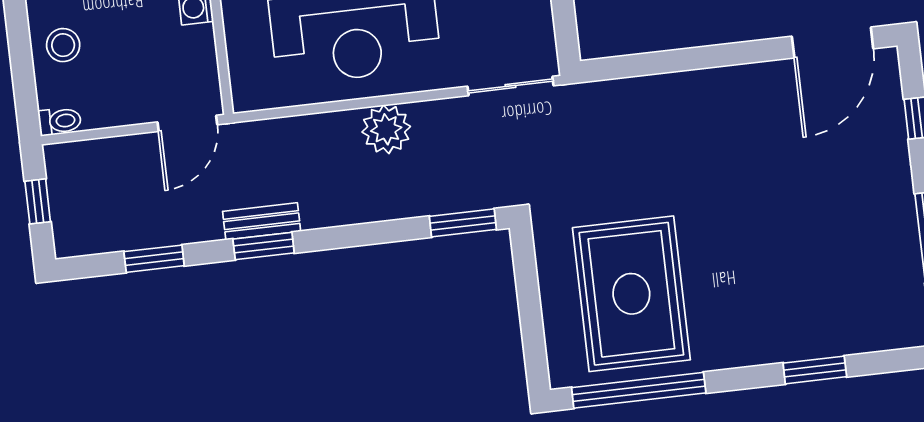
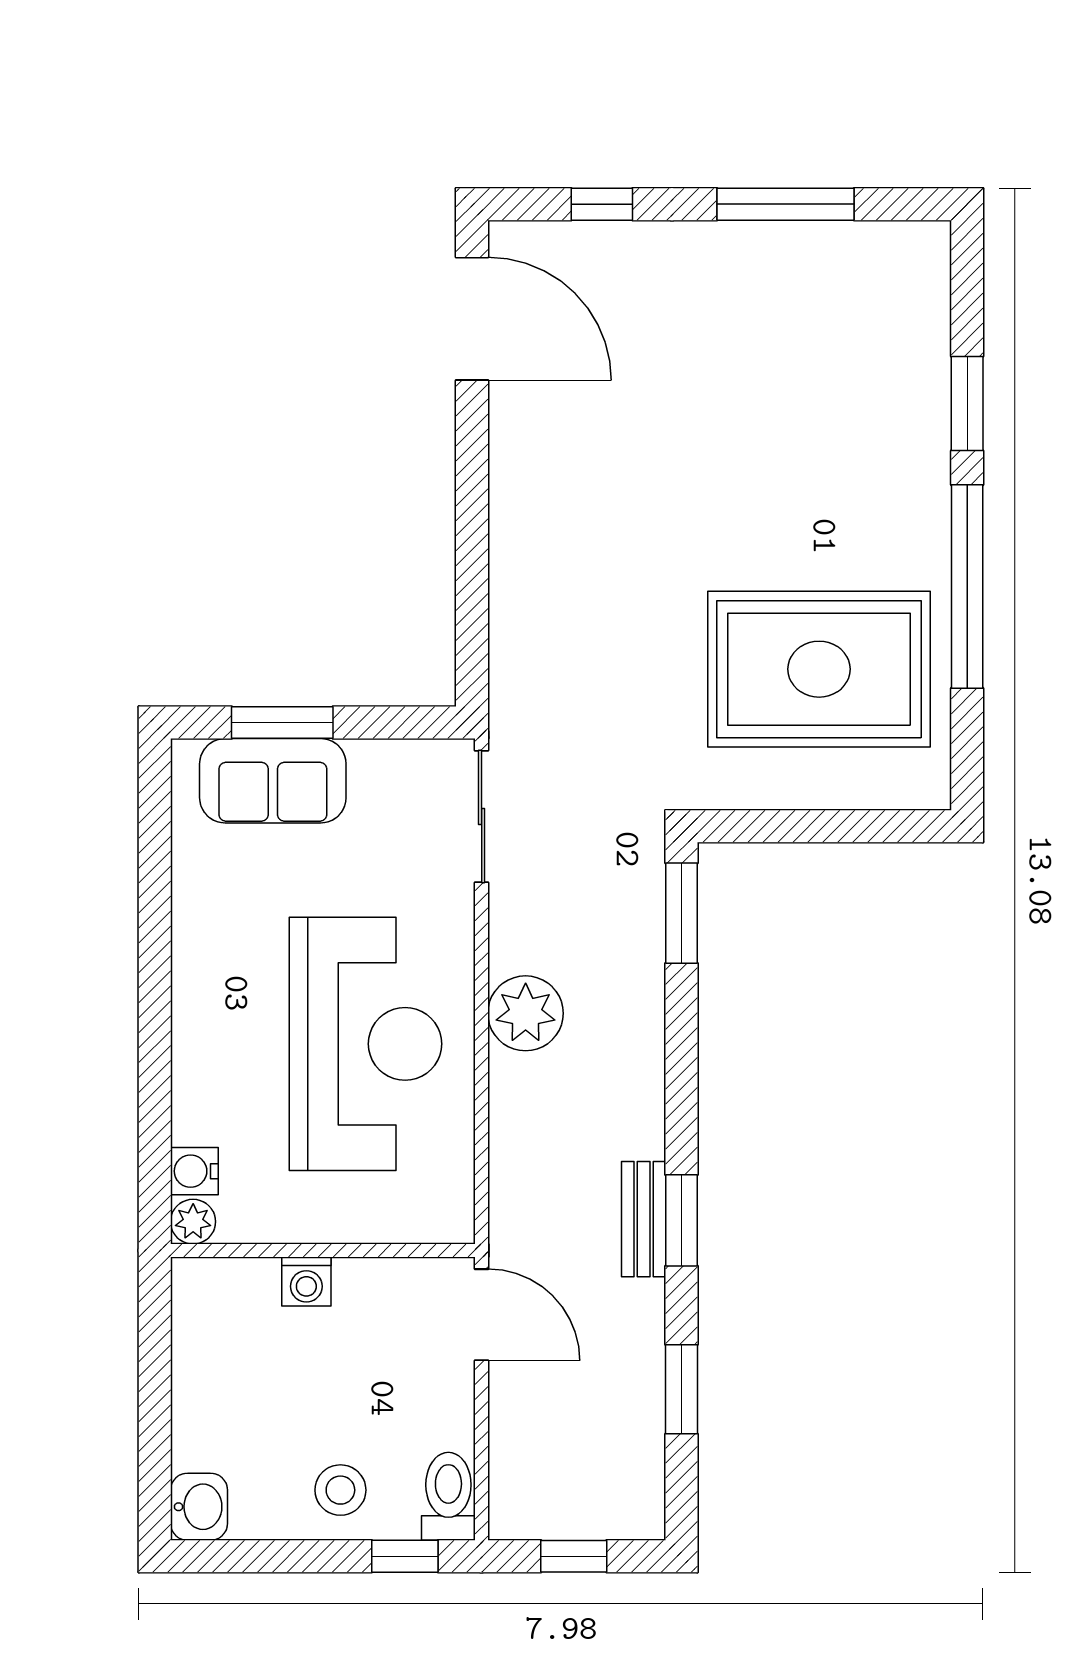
window: (25, 92) -> (405, 1556), added
toilet: (60, 121) -> (448, 1496), width x1.37, depth x1.39
window: (639, 390) -> (967, 586), moved

